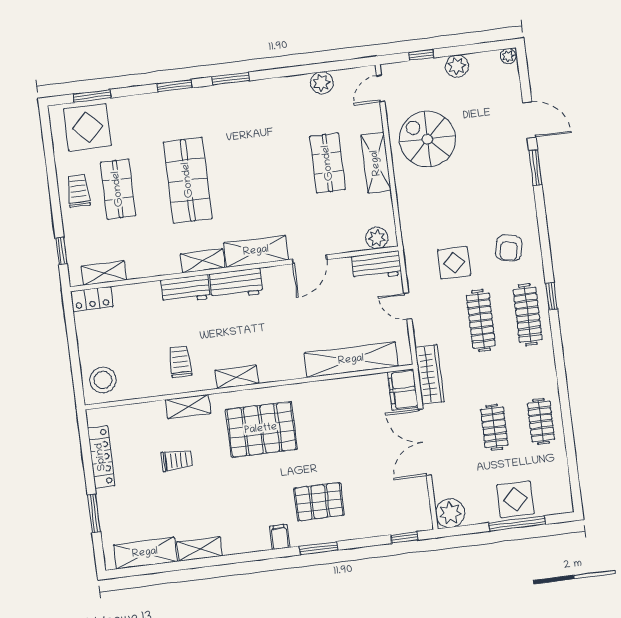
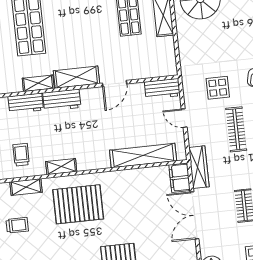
plant: (377, 238) -> (163, 69), removed

